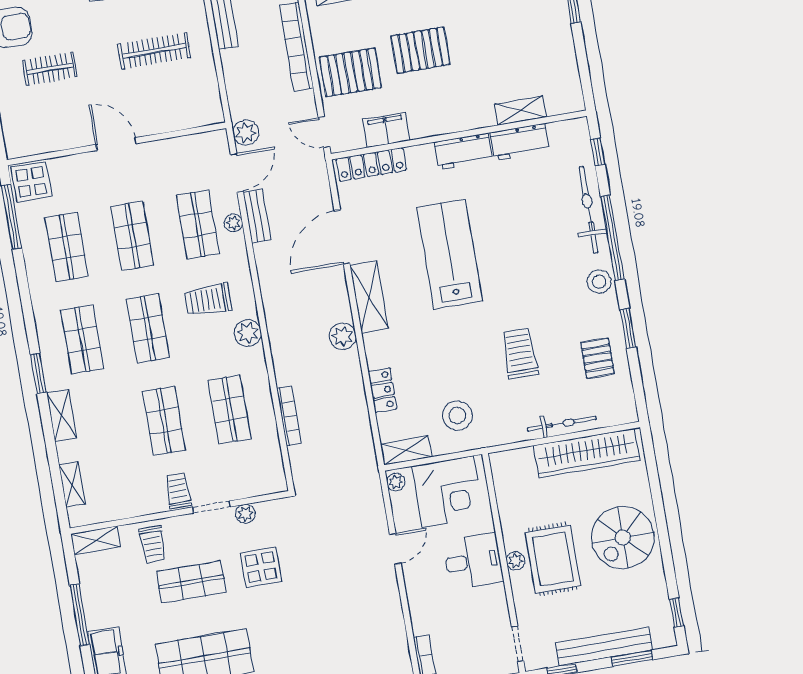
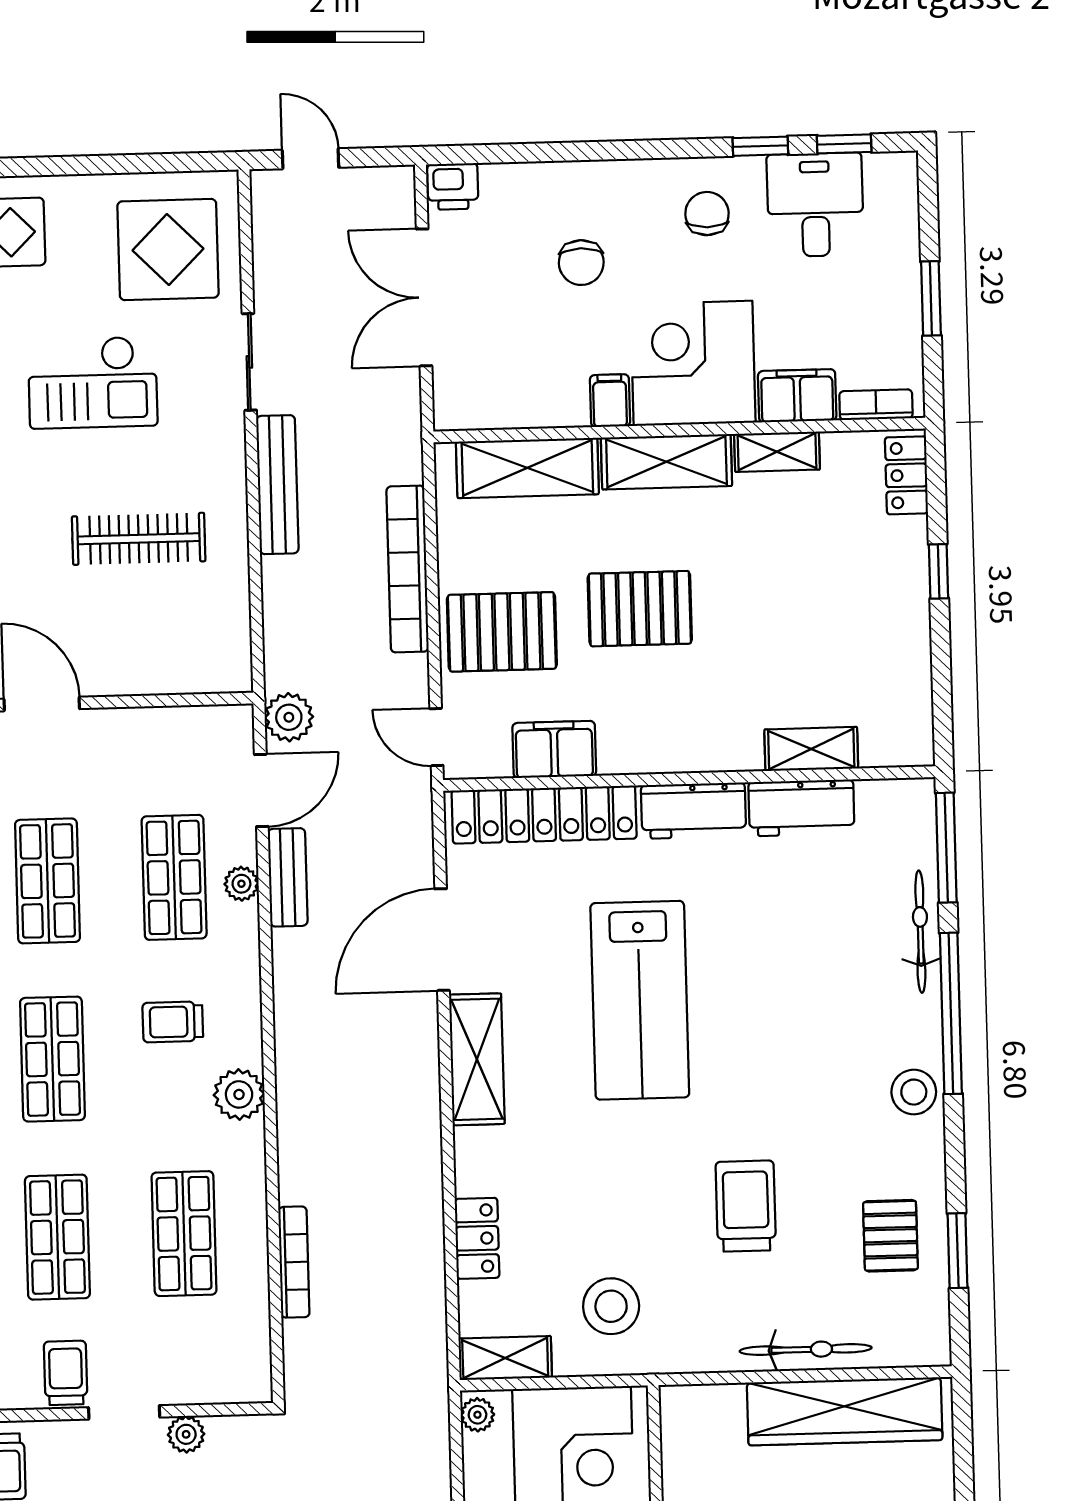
window: (598, 152) -> (946, 848), width x2.17
locker: (371, 164) -> (544, 815), width x1.41, depth x1.21
bicycle: (589, 210) -> (920, 932), width x0.73, depth x0.71
lab bench: (450, 254) -> (640, 1000), turned 180
trolley: (208, 300) -> (173, 1022), width x0.73, depth x0.72
window: (628, 328) -> (958, 1251), moved
plant: (343, 336) -> (417, 1126), removed

